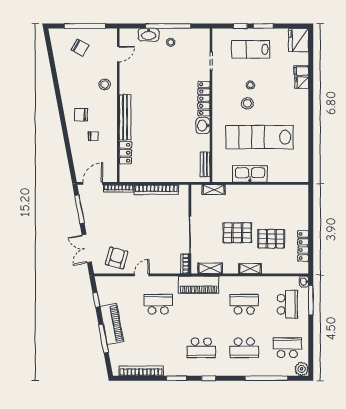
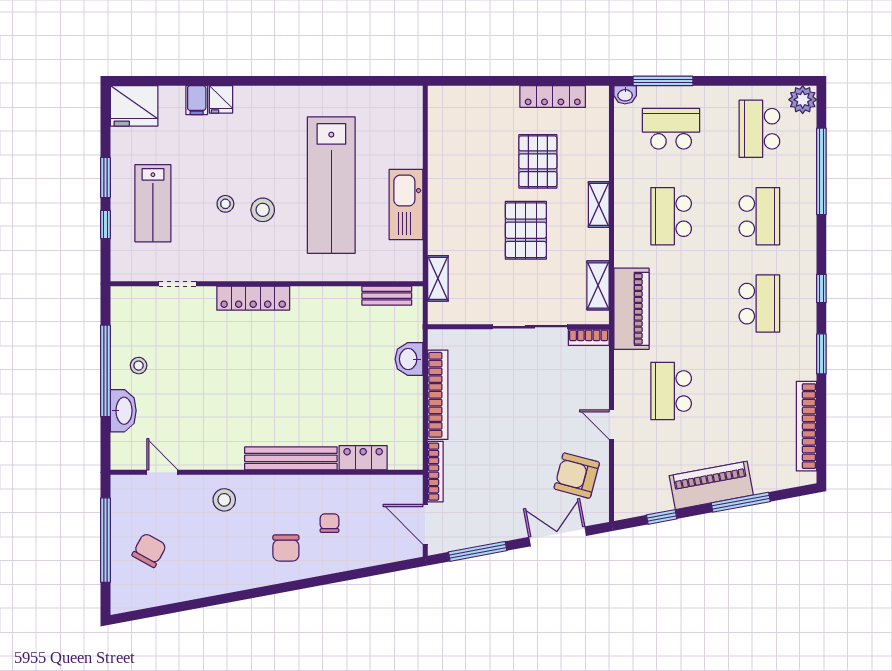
washbasin: (203, 126) -> (409, 359), moved, turned 90
double door: (87, 248) -> (558, 536), swing flipped

